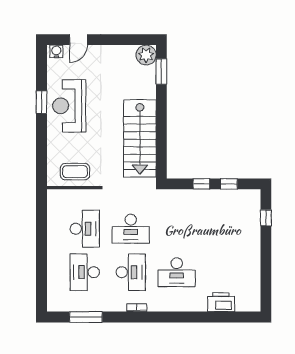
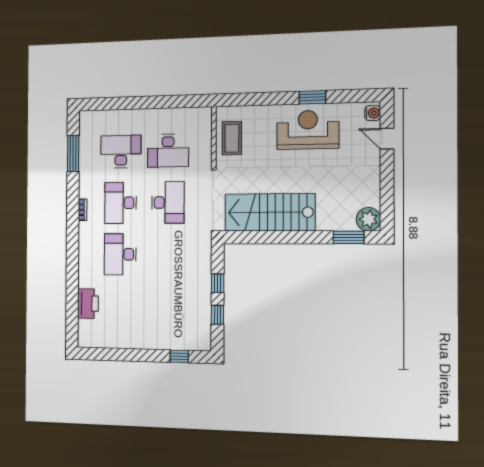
desk: (131, 229) -> (168, 202), turned 180
desk: (131, 272) -> (121, 203), turned 90

